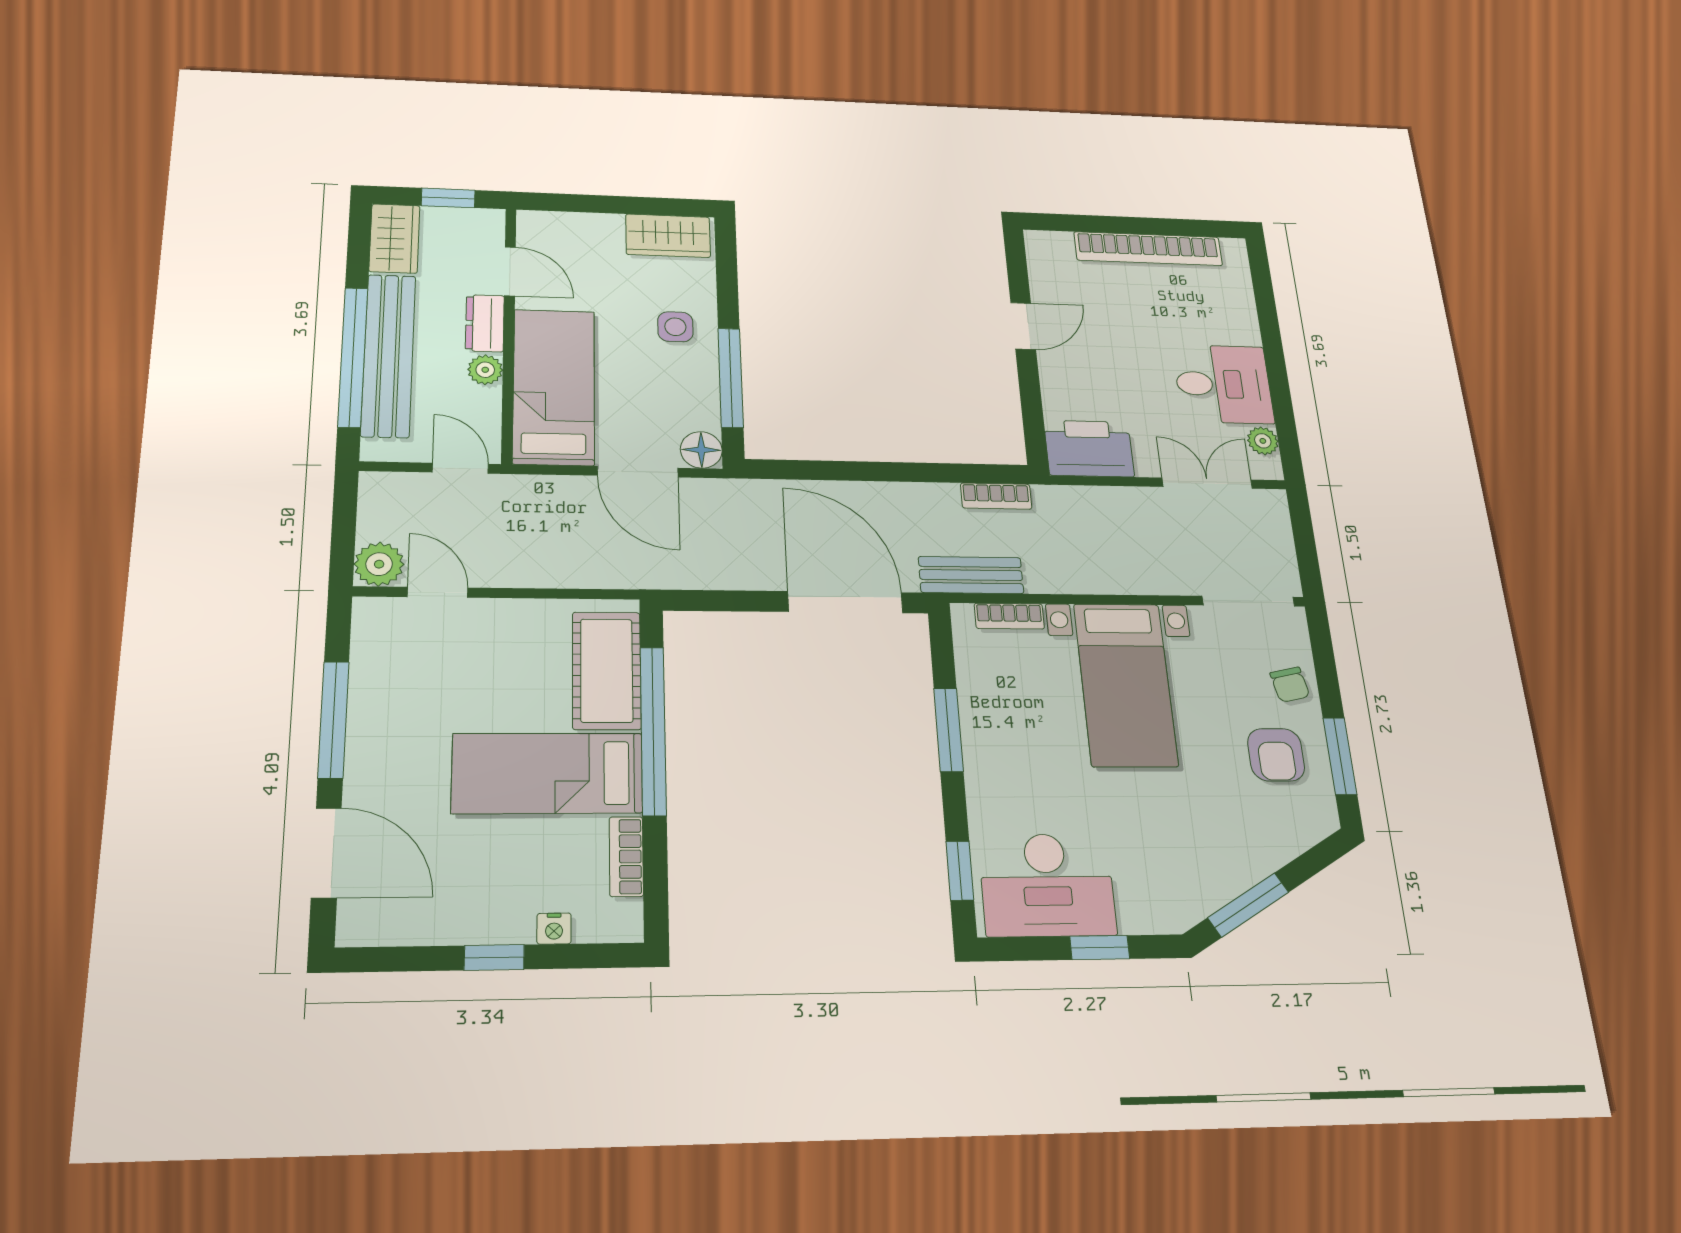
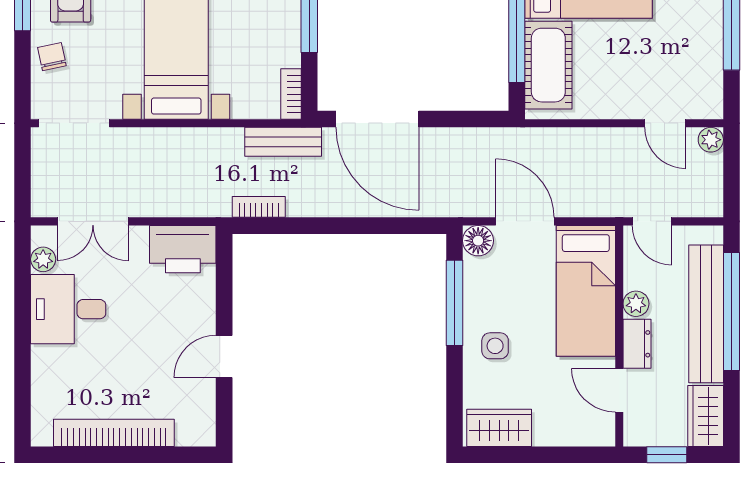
plant: (379, 564) -> (711, 140), width x0.73, depth x0.73
bookcase: (1009, 616) -> (291, 94), moved, turned -90

